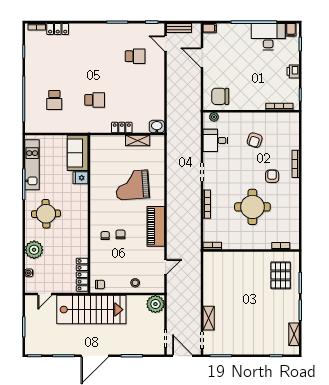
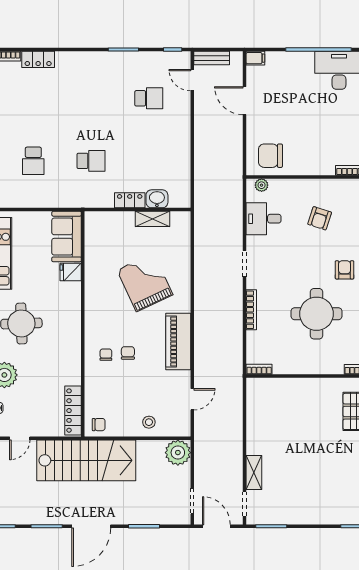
washbasin: (157, 127) -> (157, 199), moved
grand piano: (132, 185) -> (145, 282), turned 69

